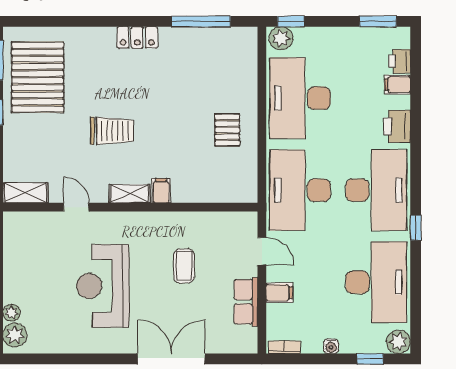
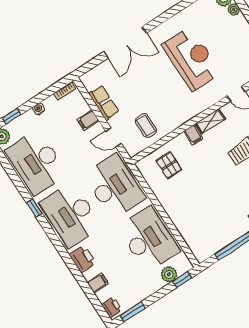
plant: (281, 38) -> (169, 274), moved
printer: (400, 61) -> (112, 307), moved
pallet: (227, 130) -> (169, 165), moved
coffee table: (184, 266) -> (146, 126), moved

